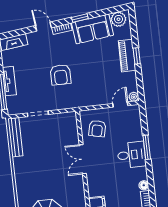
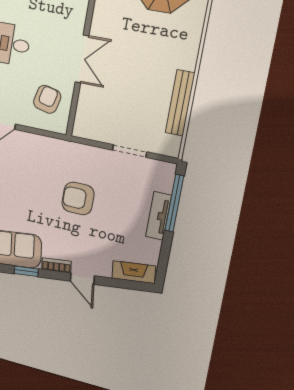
armchair: (61, 75) -> (78, 198), turned -90
bench: (15, 137) -> (180, 103), moved

